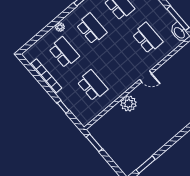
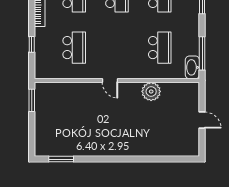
door: (146, 77) -> (110, 80), moved
plant: (129, 104) -> (151, 91), moved

